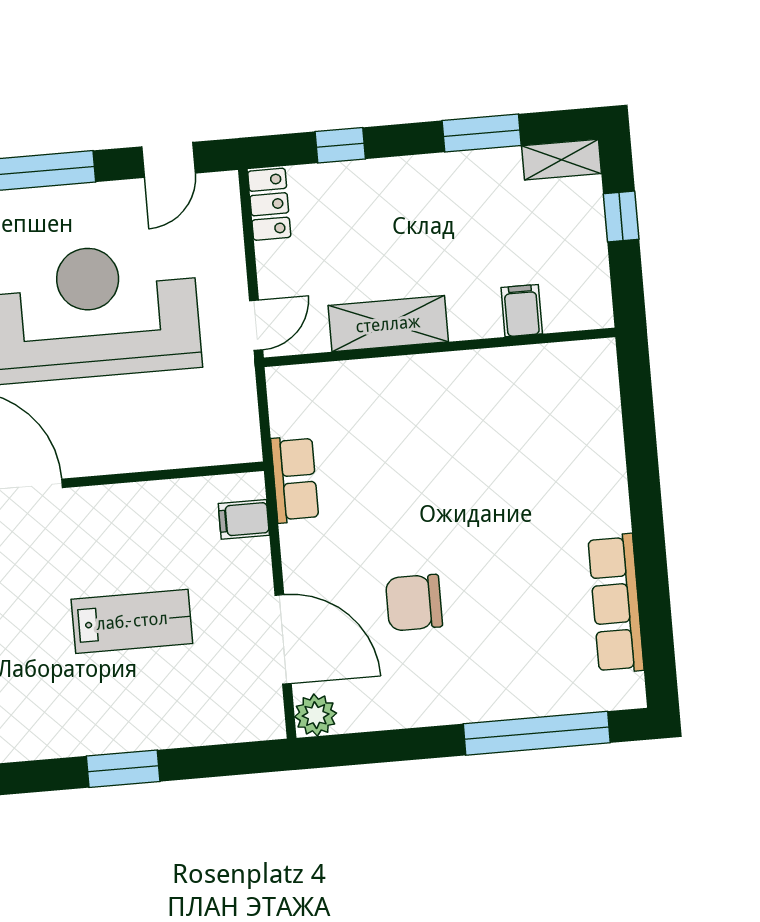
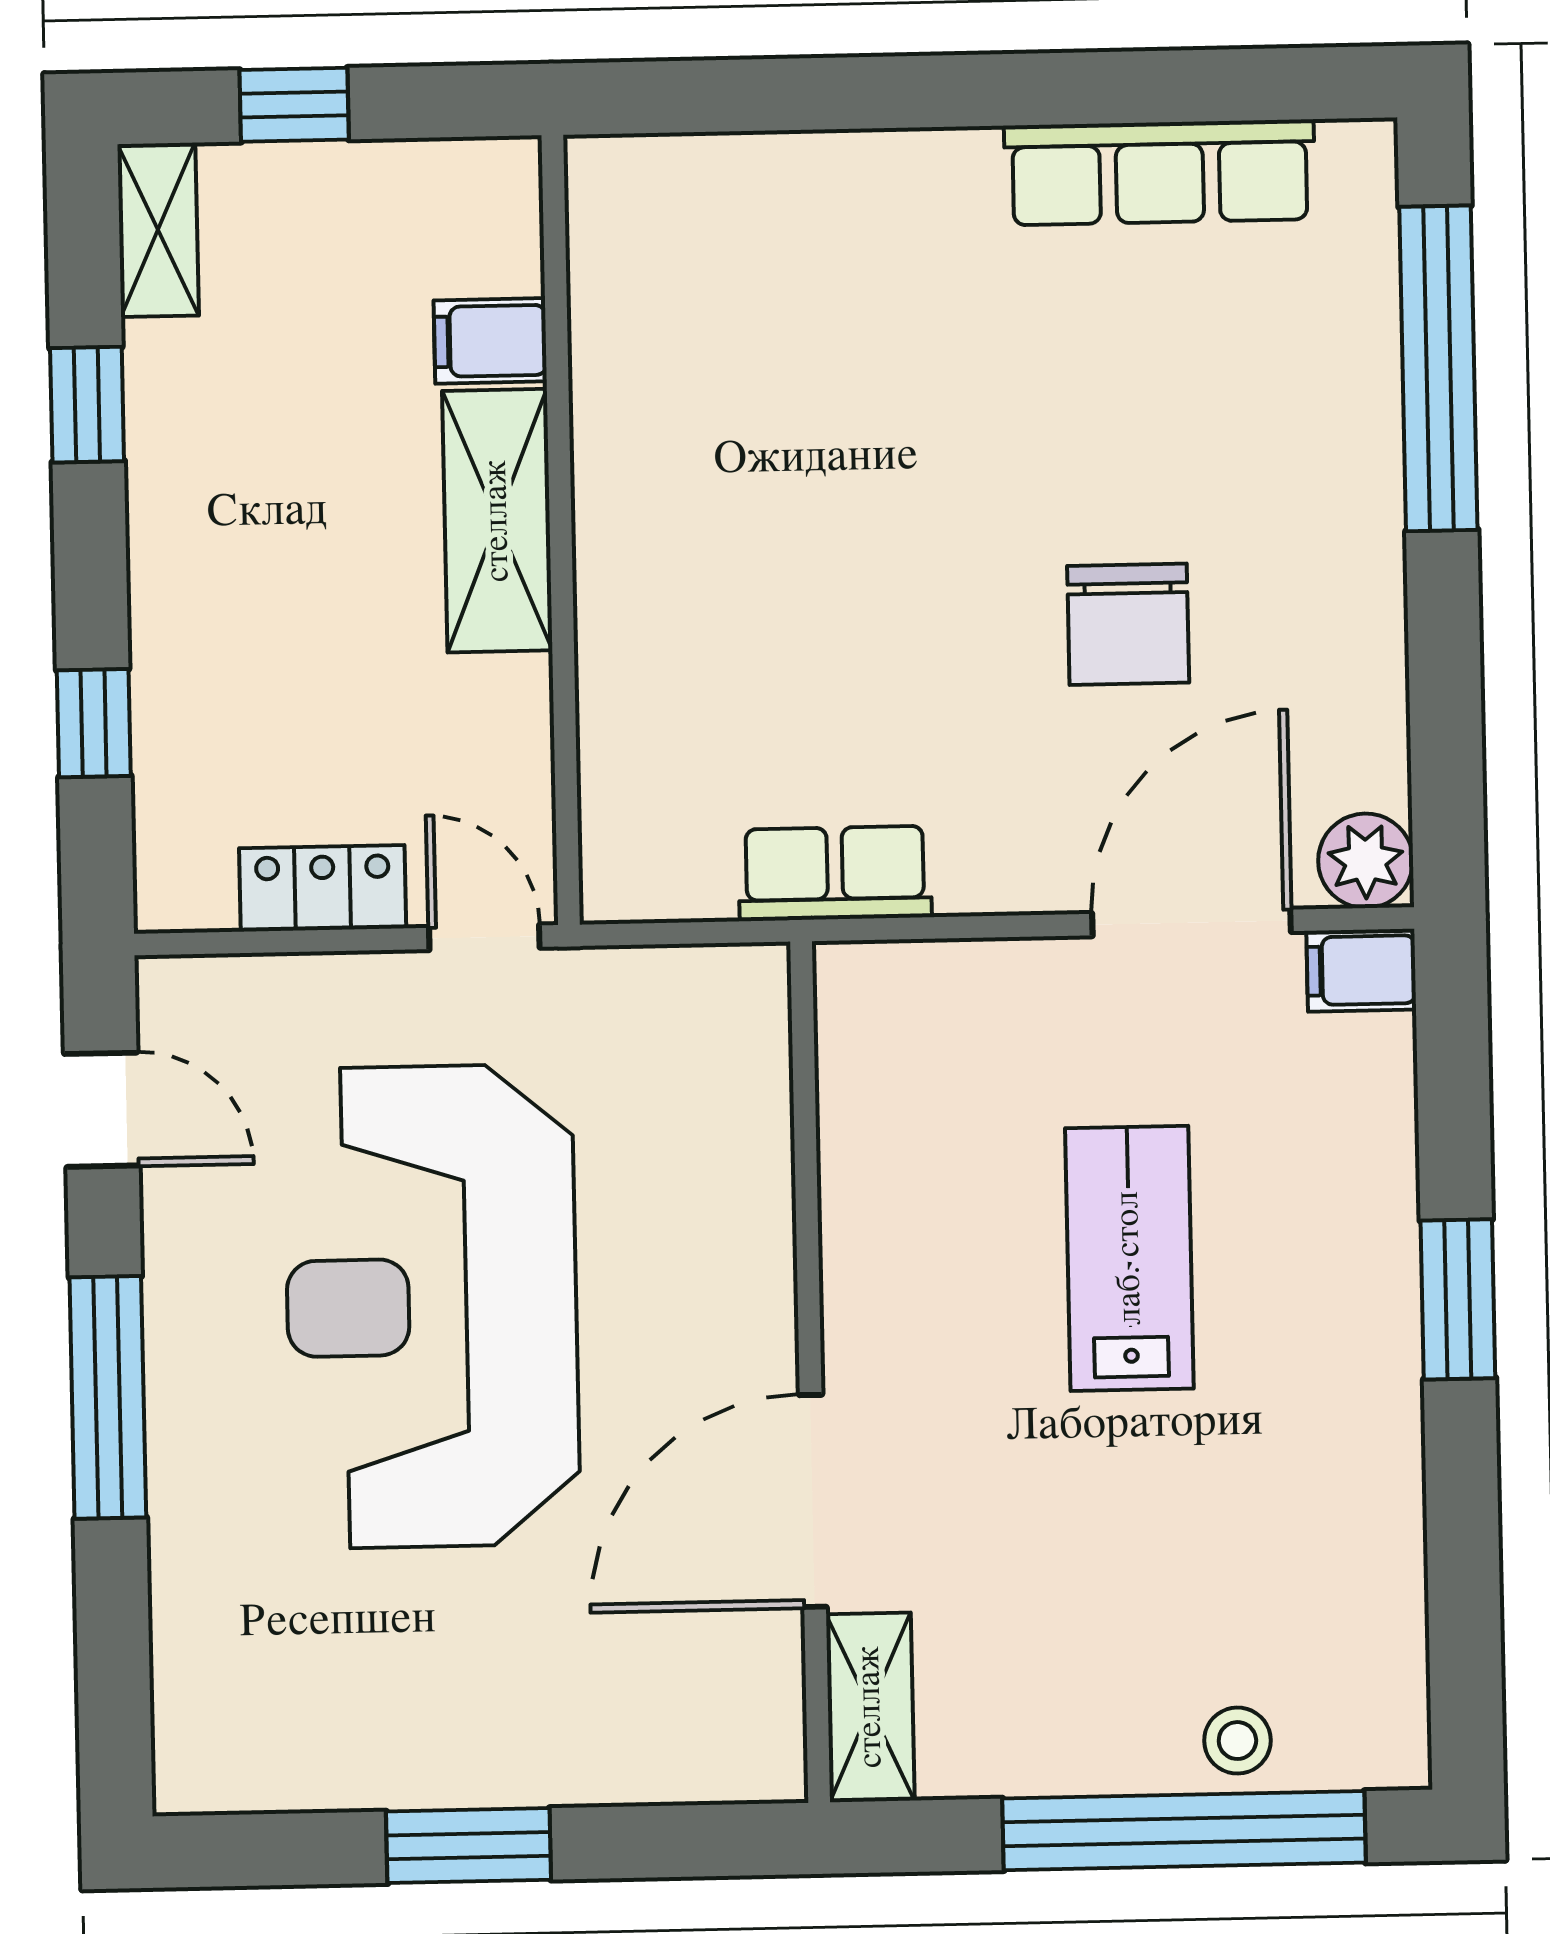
window: (482, 133) -> (87, 405), width x0.67
locker: (269, 204) -> (323, 888), moved
shelving: (388, 324) -> (497, 521), moved
filing cabinet: (244, 519) -> (1361, 970), moved, turned 90

